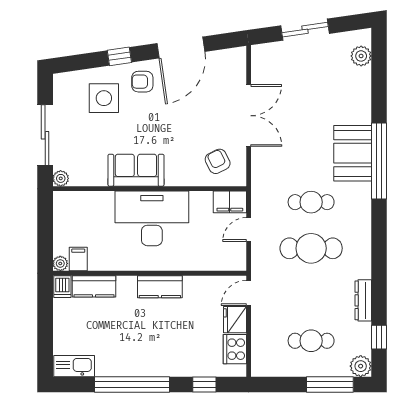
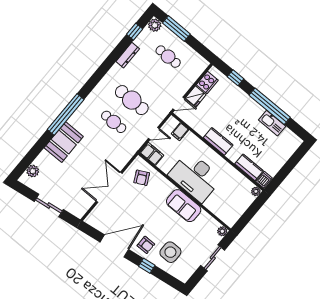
sliding door: (45, 135) -> (213, 258), width x0.73
booth: (353, 153) -> (64, 142), moved
filing cabinet: (78, 259) -> (180, 132), moved
kitchen sink: (74, 366) -> (272, 123), moved

